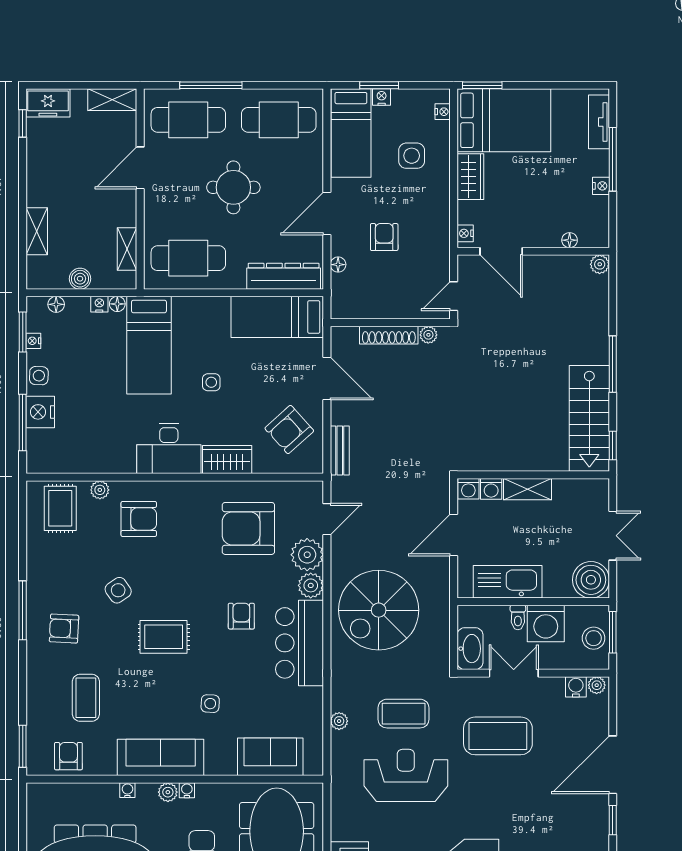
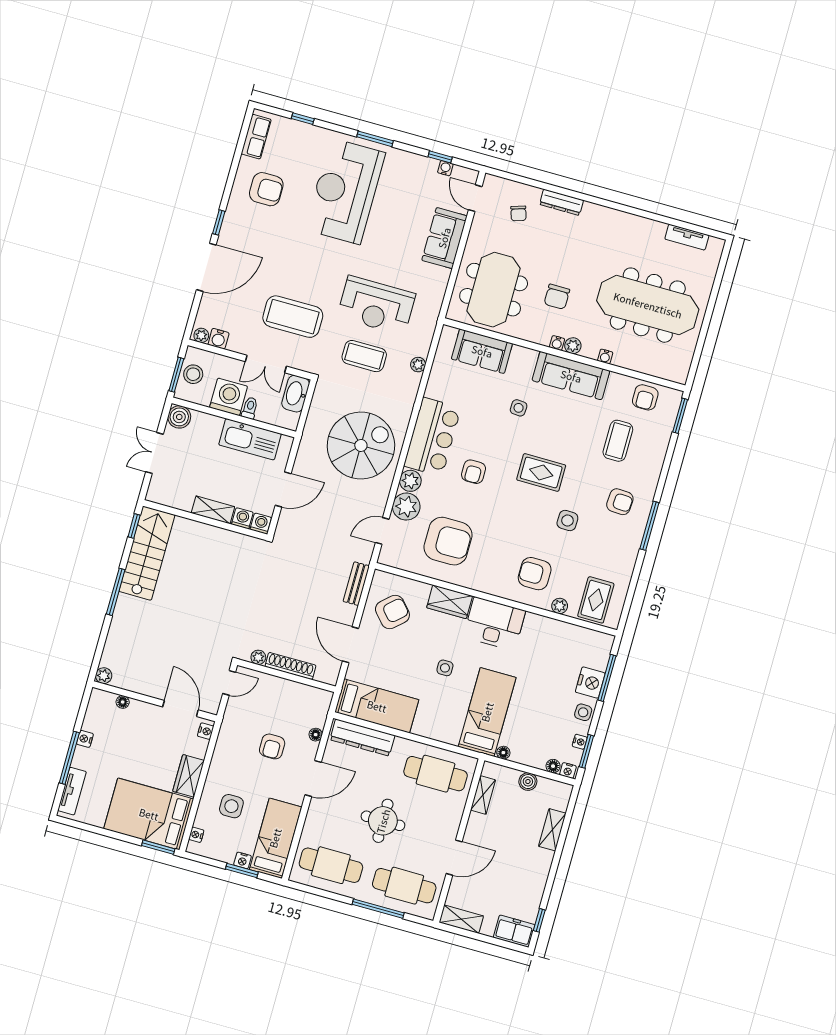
nightstand: (99, 304) -> (568, 770), moved
boiler: (591, 580) -> (179, 417), width x0.73, depth x0.73
side table: (118, 590) -> (567, 520), turned 36

